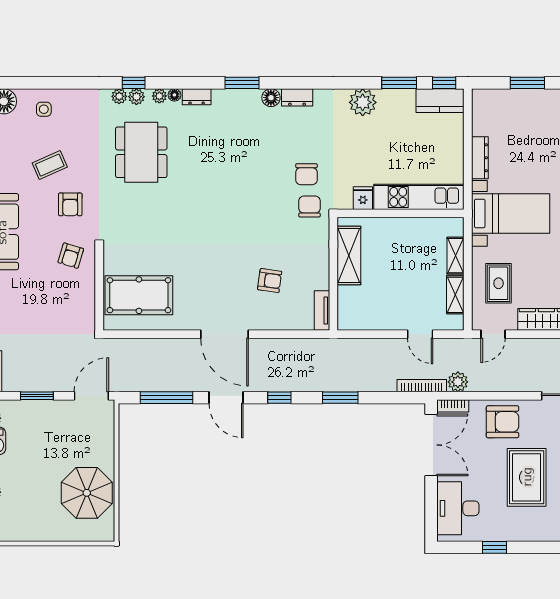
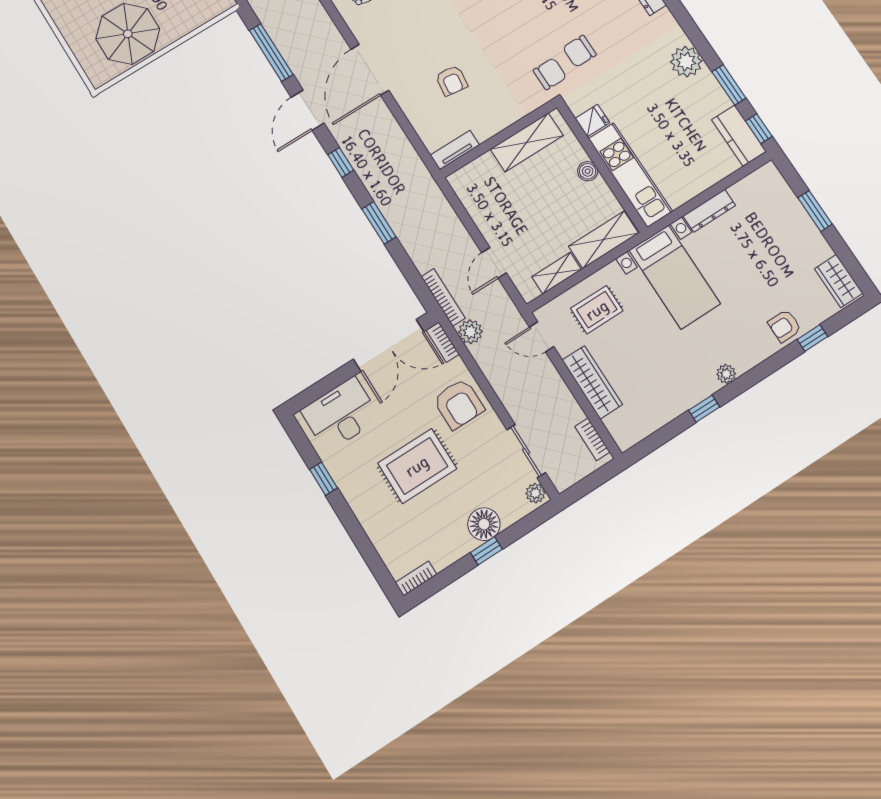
boiler: (397, 226) -> (588, 171), added
shelving: (455, 256) -> (603, 240), width x1.50, depth x1.33

